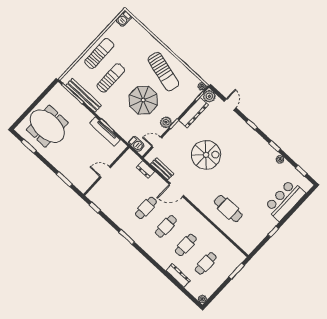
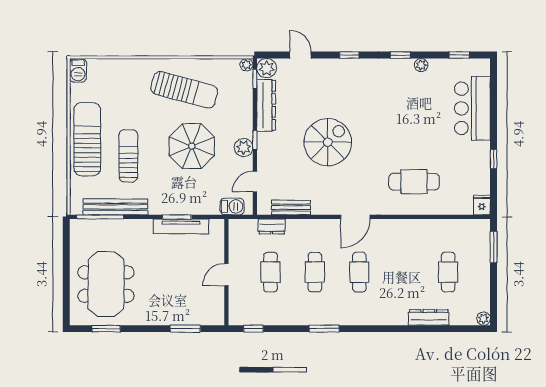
sun lounger: (99, 53) -> (87, 139), width x1.36, depth x1.34
meeting table: (47, 126) -> (106, 284), turned 90
door: (176, 190) -> (355, 217), moved
cafe table: (186, 245) -> (270, 272), moved
fridge: (249, 247) -> (482, 205), added

